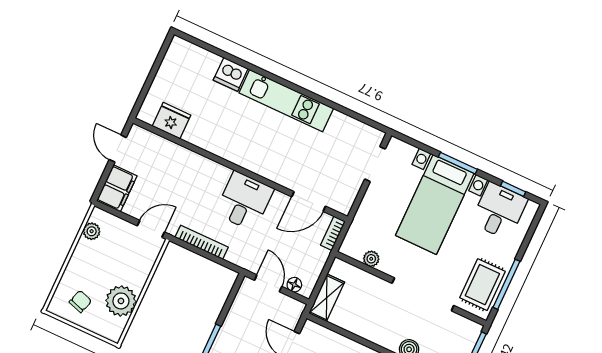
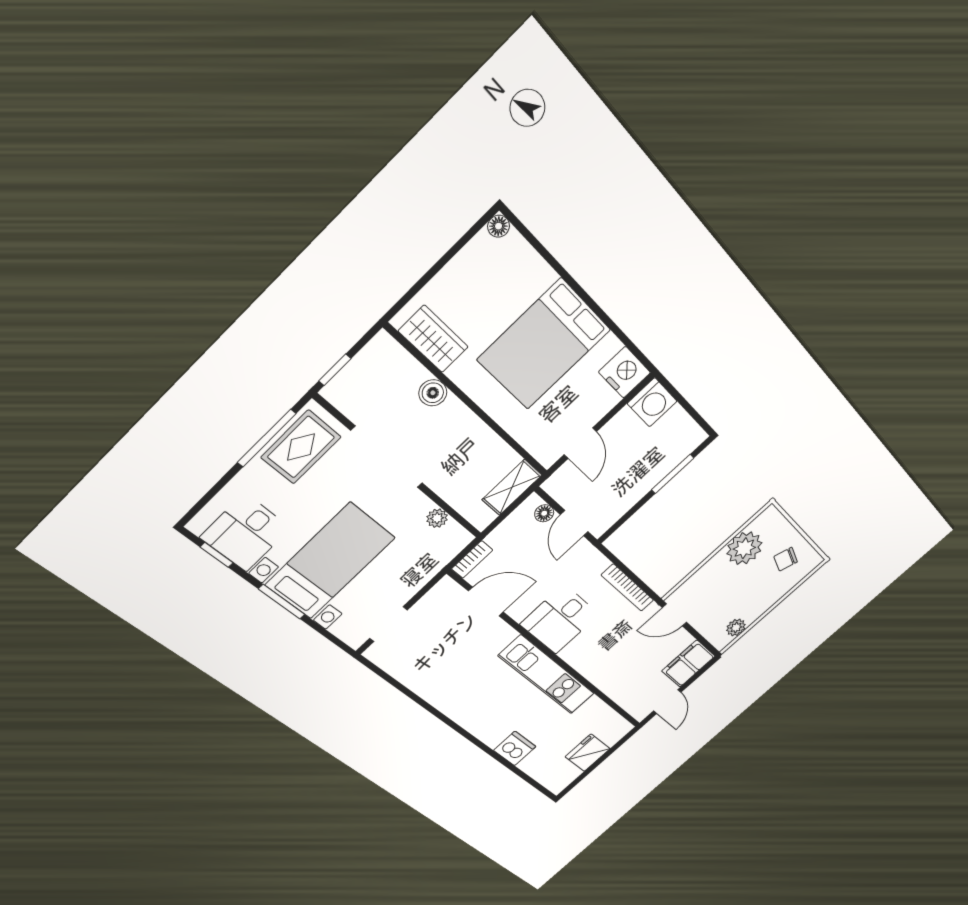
kitchen unit: (286, 101) -> (547, 675), moved, turned 180
fridge: (172, 121) -> (588, 753), moved, turned 90

